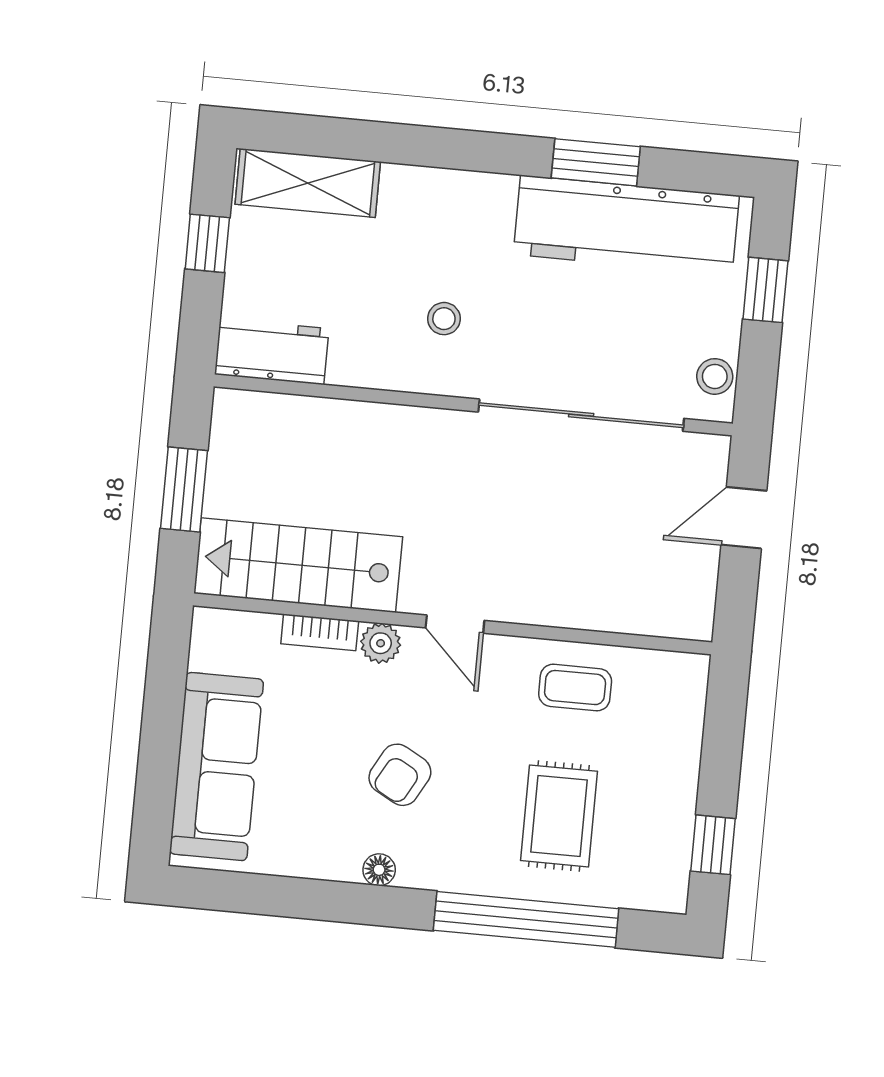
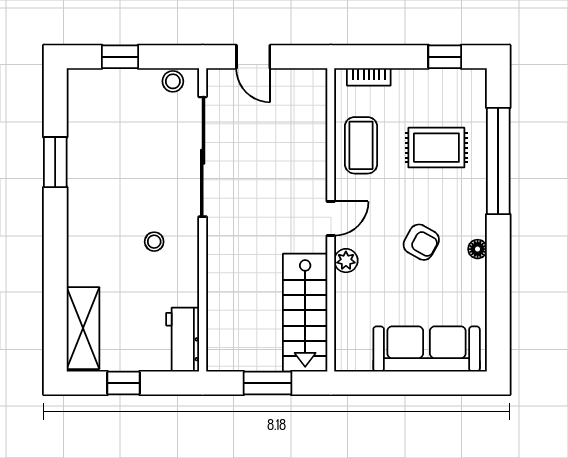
workbench: (626, 225) -> (90, 141), removed
bookcase: (320, 632) -> (369, 77), moved, turned 90
coffee table: (575, 688) -> (361, 145), width x1.36, depth x1.30

